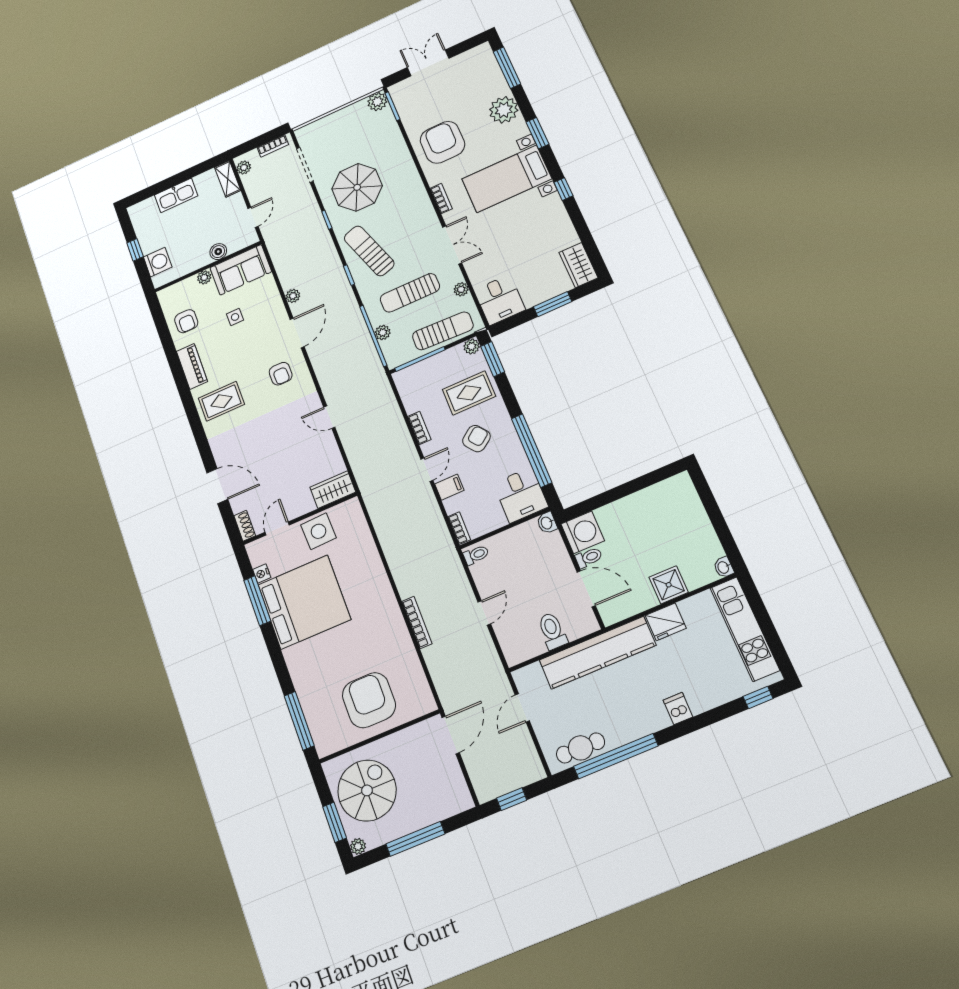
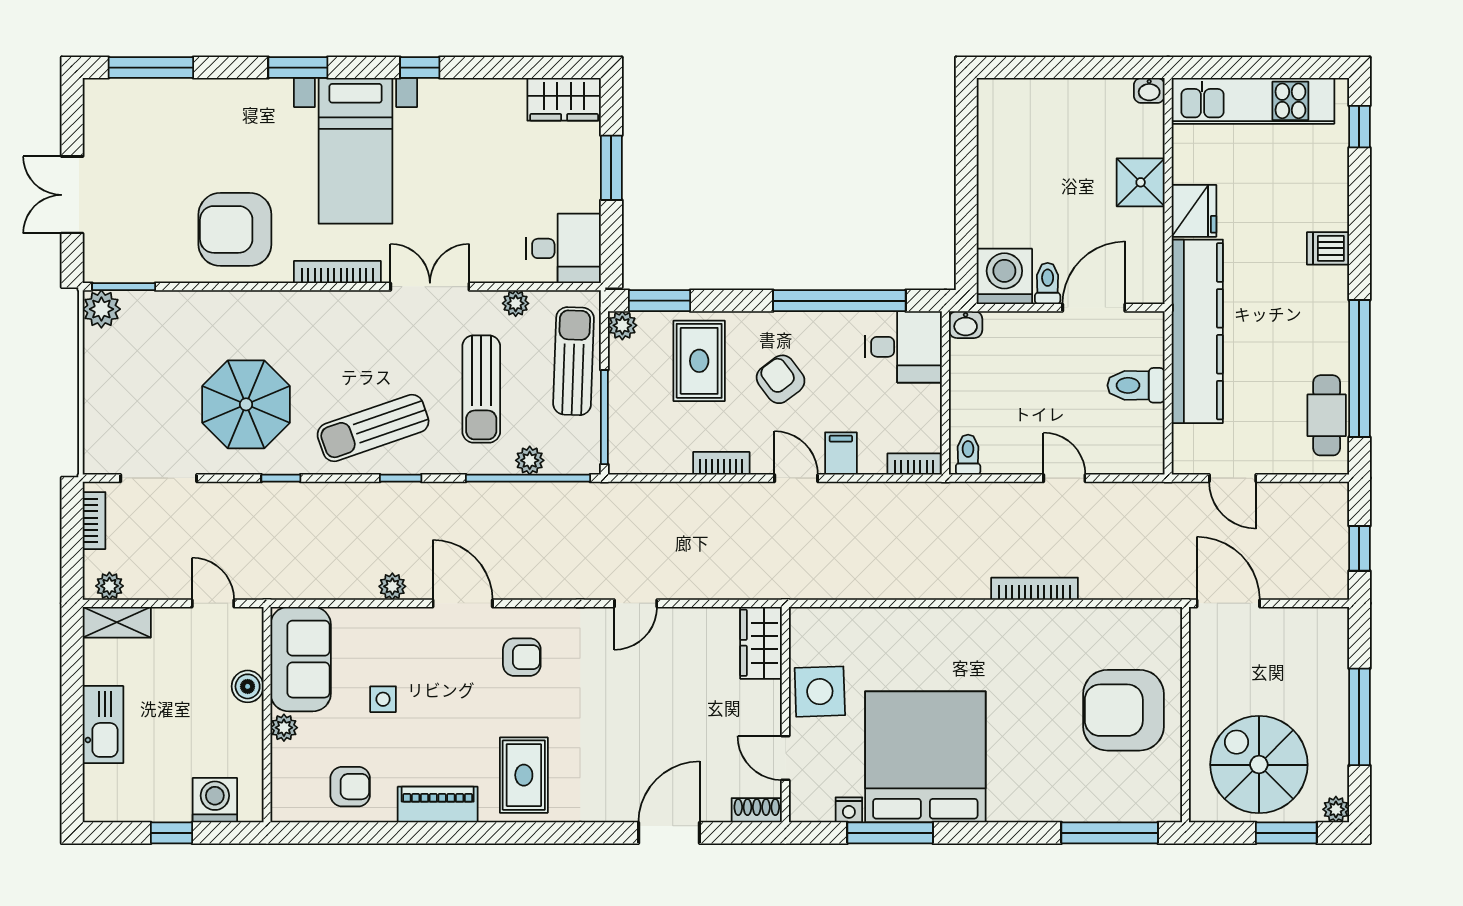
plant: (504, 110) -> (227, 105), removed
bookcase: (441, 199) -> (337, 272), width x1.56

